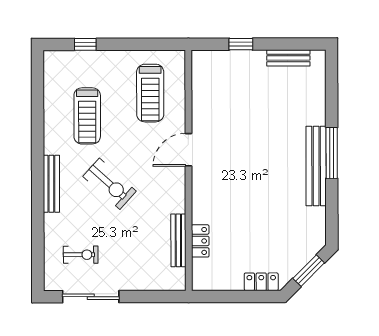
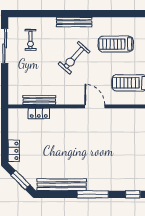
window: (332, 88) -> (133, 194), added
bench: (316, 166) -> (62, 185), moved

